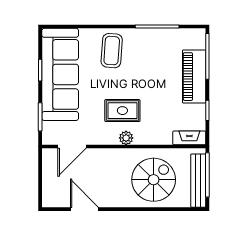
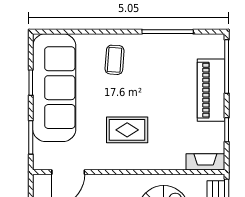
coffee table: (112, 51) -> (115, 60), width x0.73, depth x0.77
plant: (126, 138) -> (131, 162), removed

